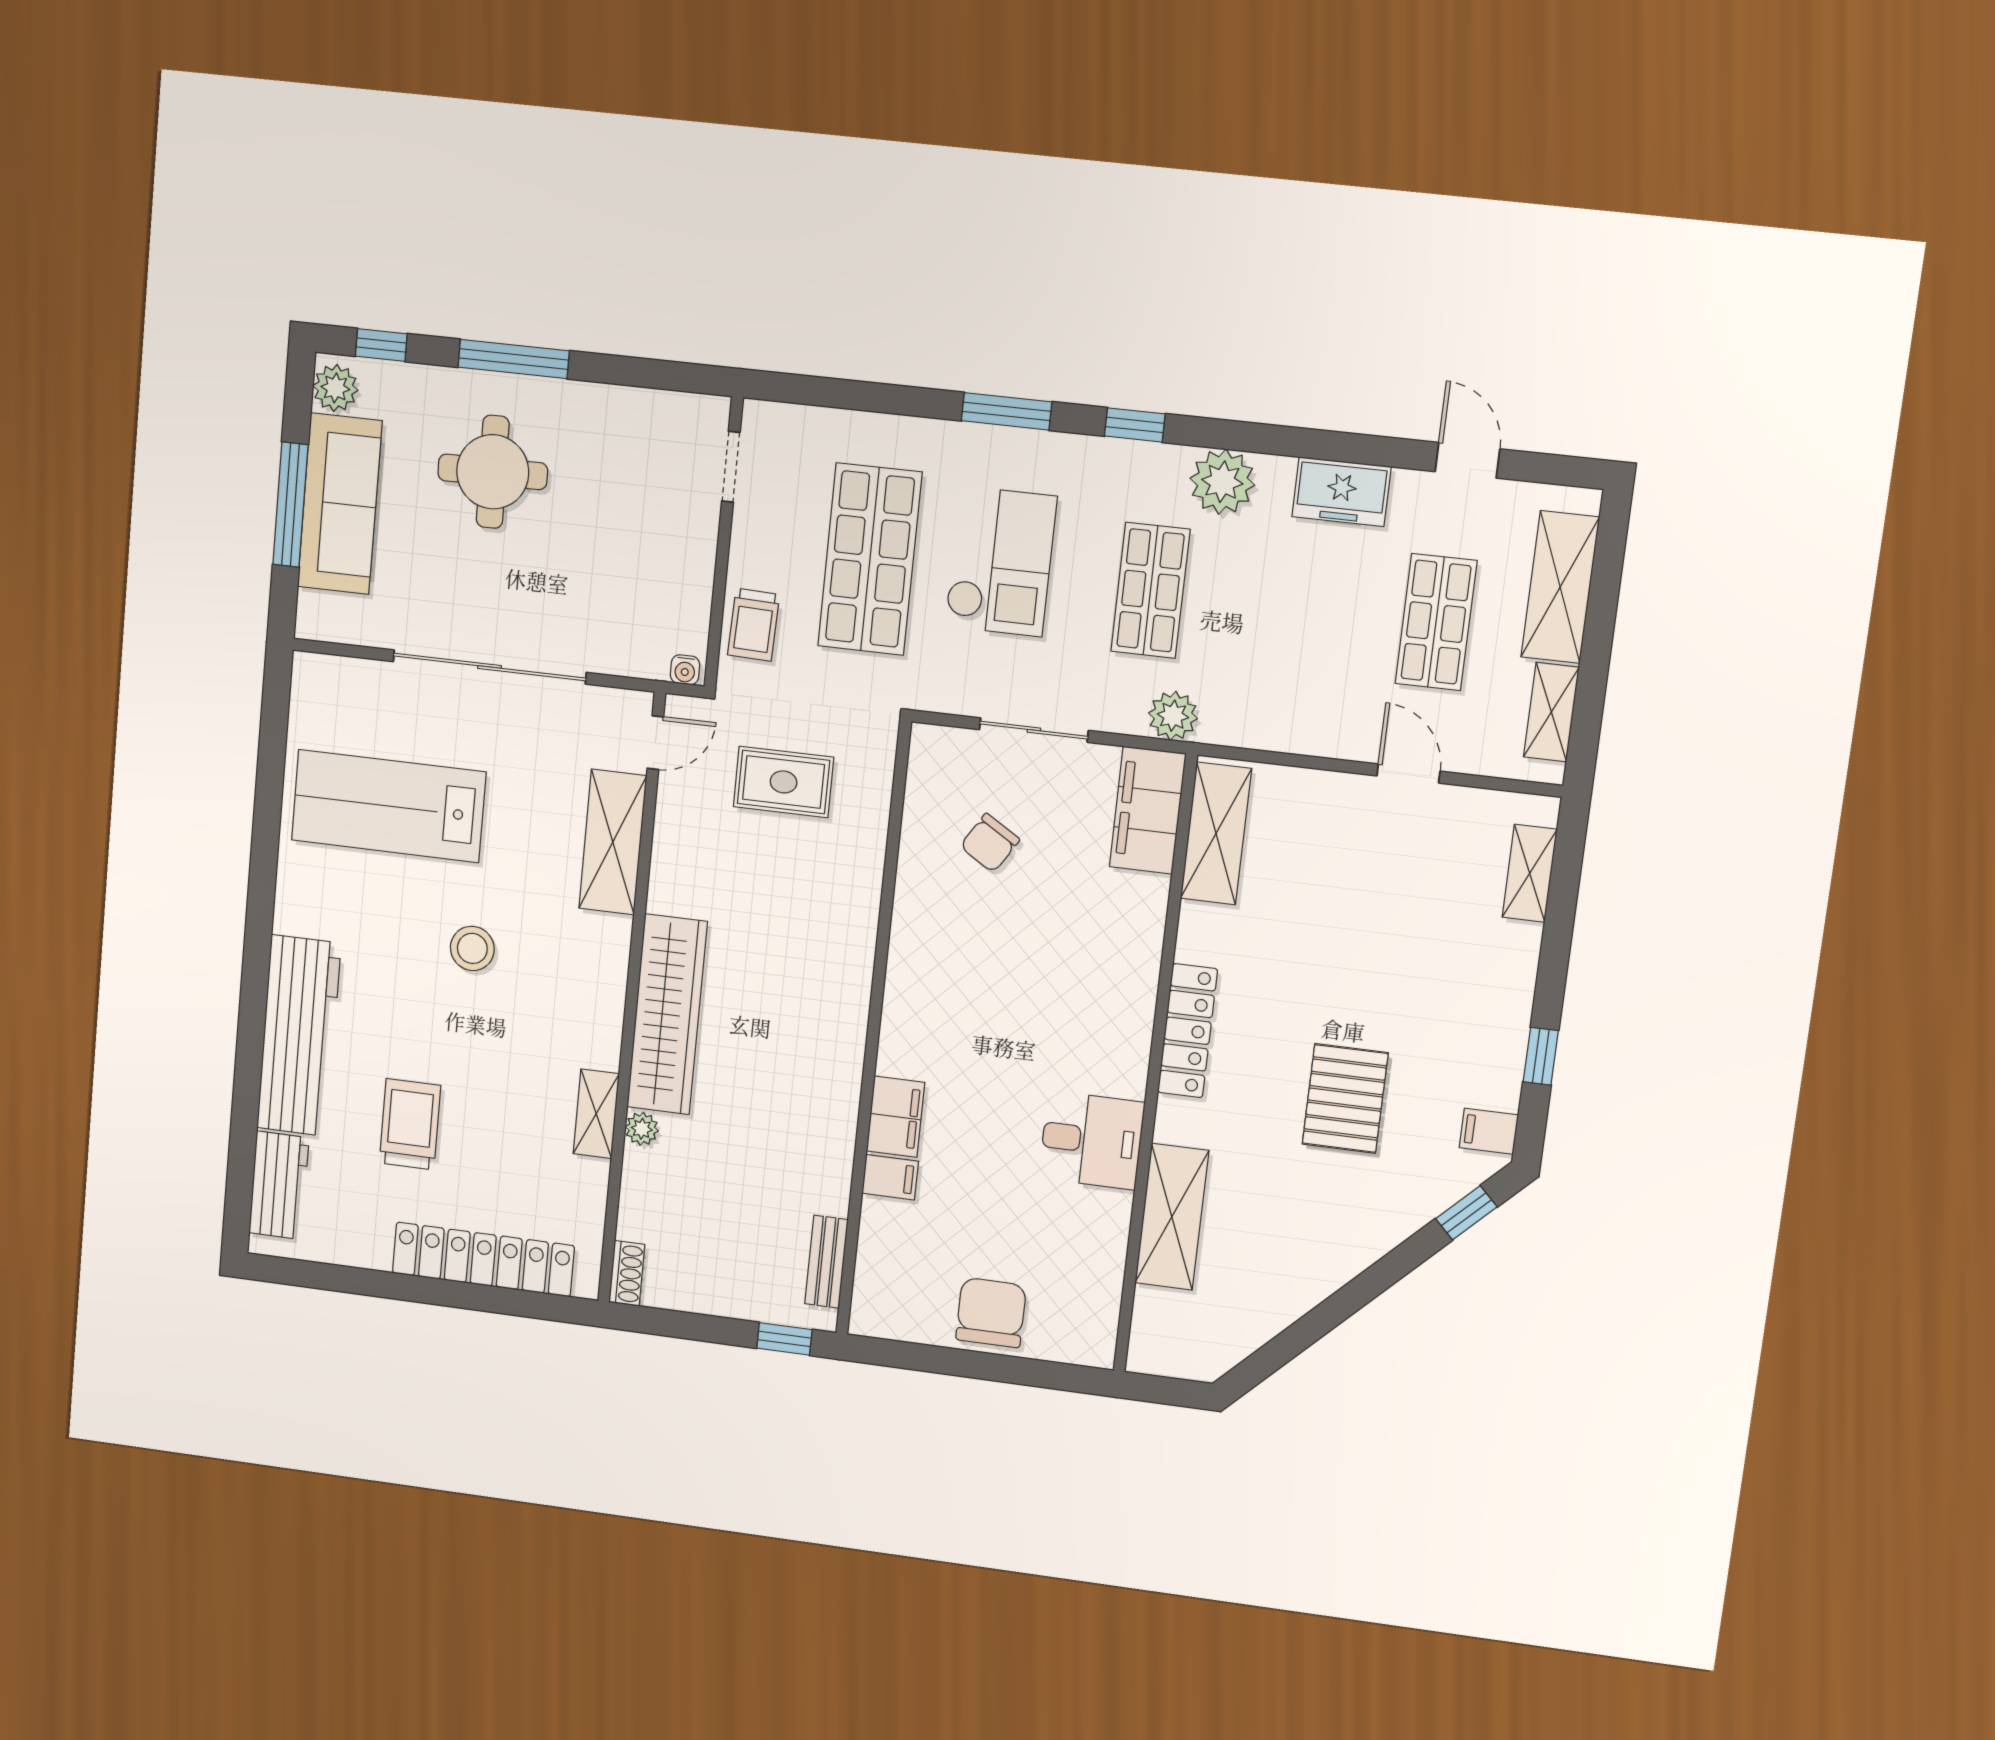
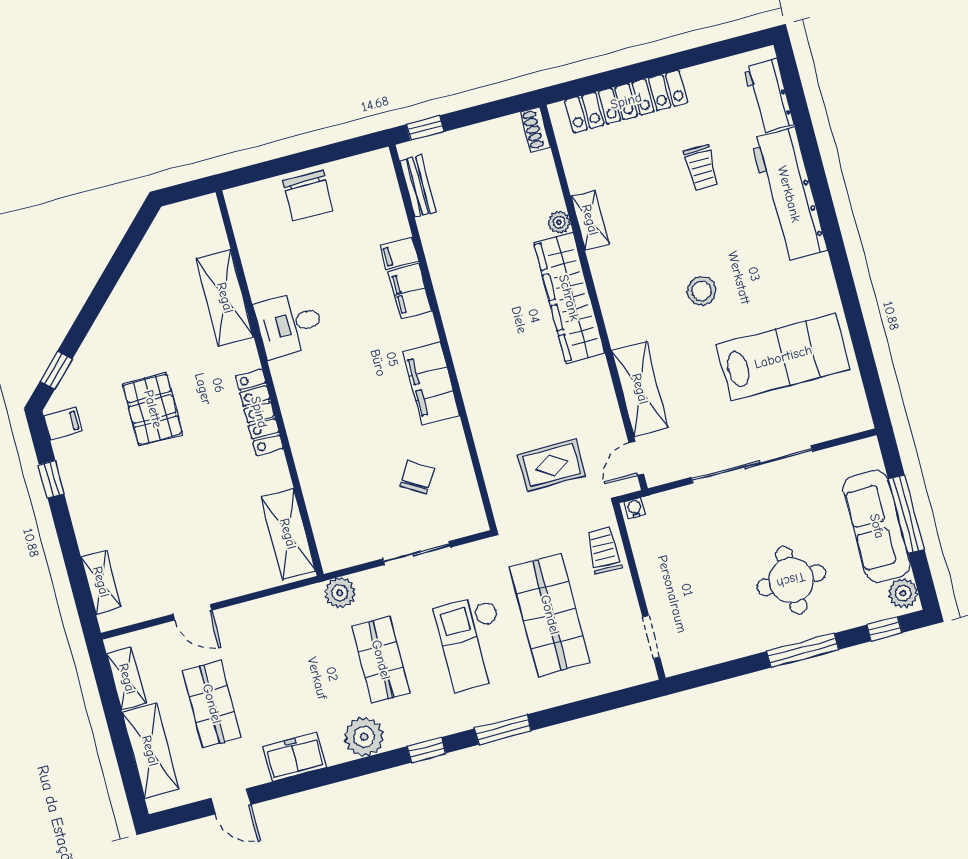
filing cabinet: (1148, 810) -> (431, 384), moved, turned 180
trolley: (410, 1124) -> (701, 167), width x0.73, depth x0.72

